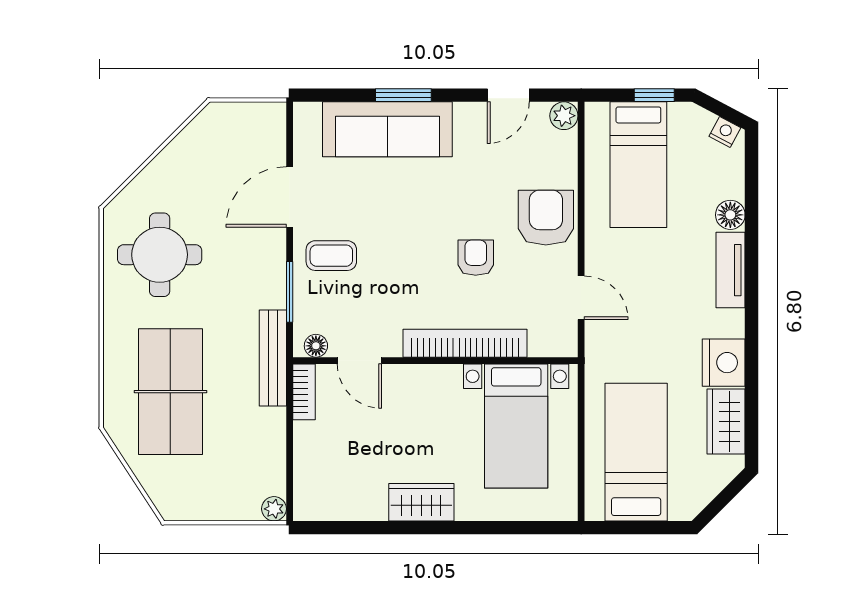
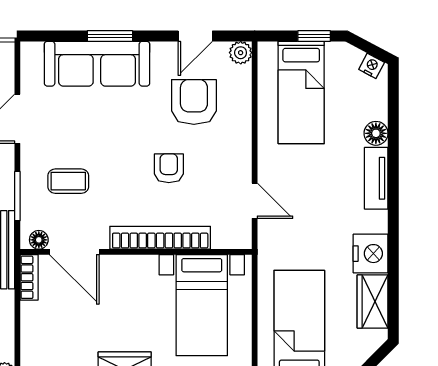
armchair: (546, 218) -> (194, 102), moved
coffee table: (331, 256) -> (68, 181), moved
door: (359, 361) -> (74, 252), width x1.38

